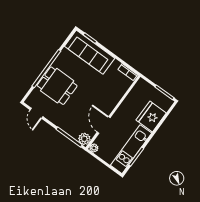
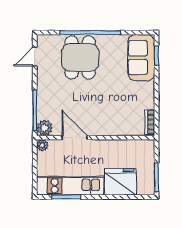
sofa: (90, 52) -> (141, 58), width x0.73
door: (104, 125) -> (75, 138), hinge flipped

